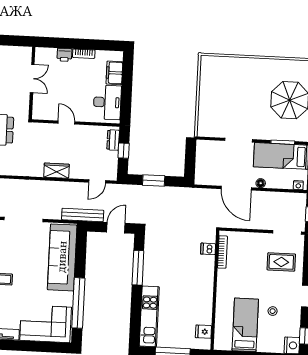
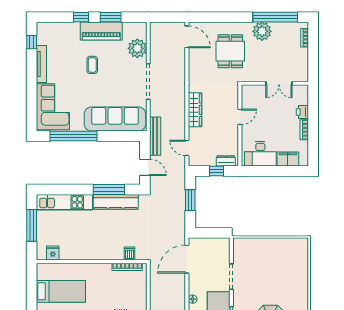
wardrobe: (56, 171) -> (195, 110), width x1.50
door: (236, 188) -> (187, 259), moved
kitchen counter: (152, 261) -> (116, 202), added

